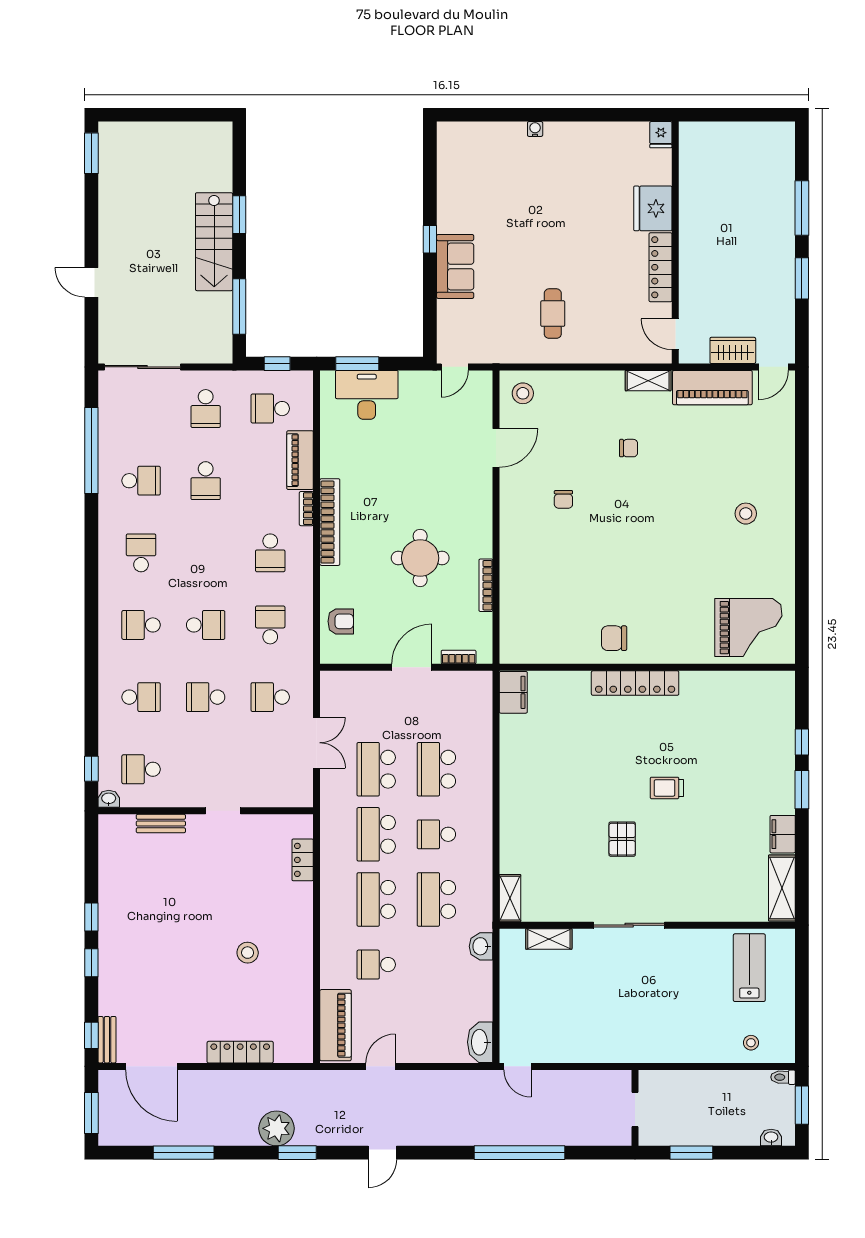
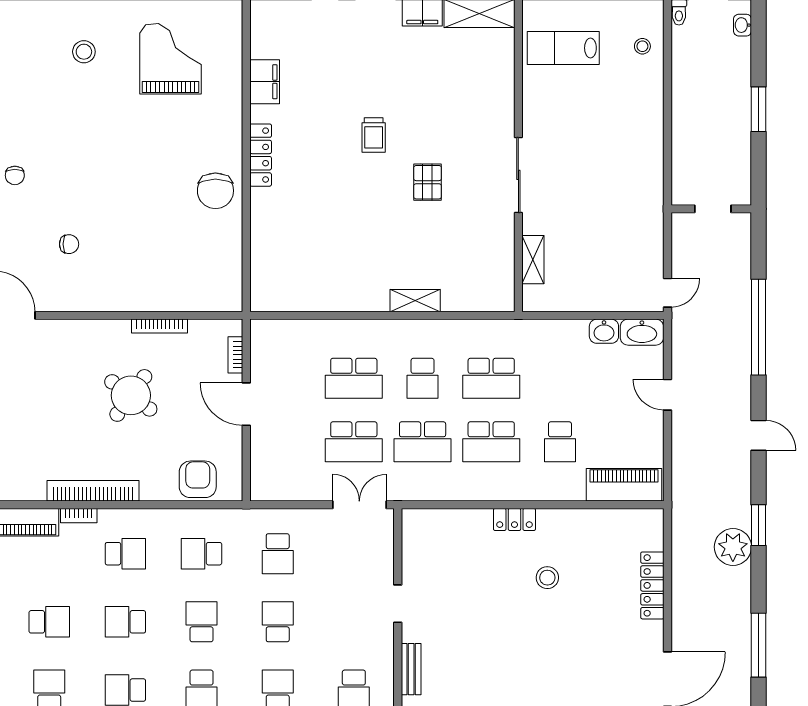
chair: (629, 448) -> (15, 175), turned 180
school desk: (206, 553) -> (125, 622), added
round table: (420, 558) -> (131, 395), turned 36
armchair: (341, 621) -> (198, 479), width x1.38, depth x1.38
grand piano: (748, 628) -> (171, 59), moved
chair: (614, 638) -> (215, 191), width x1.37, depth x1.37
locker: (635, 683) -> (261, 155), width x0.71, depth x0.83
filing cabinet: (513, 692) -> (265, 82), moved, turned 90
school desk: (206, 697) -> (278, 622), turned 180
double door: (317, 743) -> (359, 505), moved
pallet: (622, 839) -> (428, 182), turned 90
locker: (303, 860) -> (514, 519), moved
shelving: (510, 898) -> (415, 301), moved
washbasin: (481, 946) -> (604, 331), moved
door: (381, 1066) -> (667, 395), moved
wall: (635, 1108) -> (711, 209), moved
doorway: (635, 1109) -> (713, 209), moved
window: (519, 1153) -> (759, 327), moved

